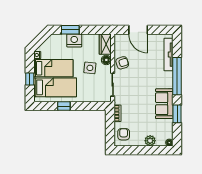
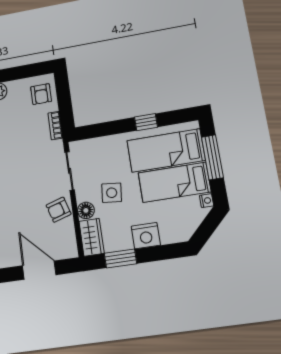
window: (70, 30) -> (120, 259), moved
window: (30, 79) -> (212, 157), width x2.17

